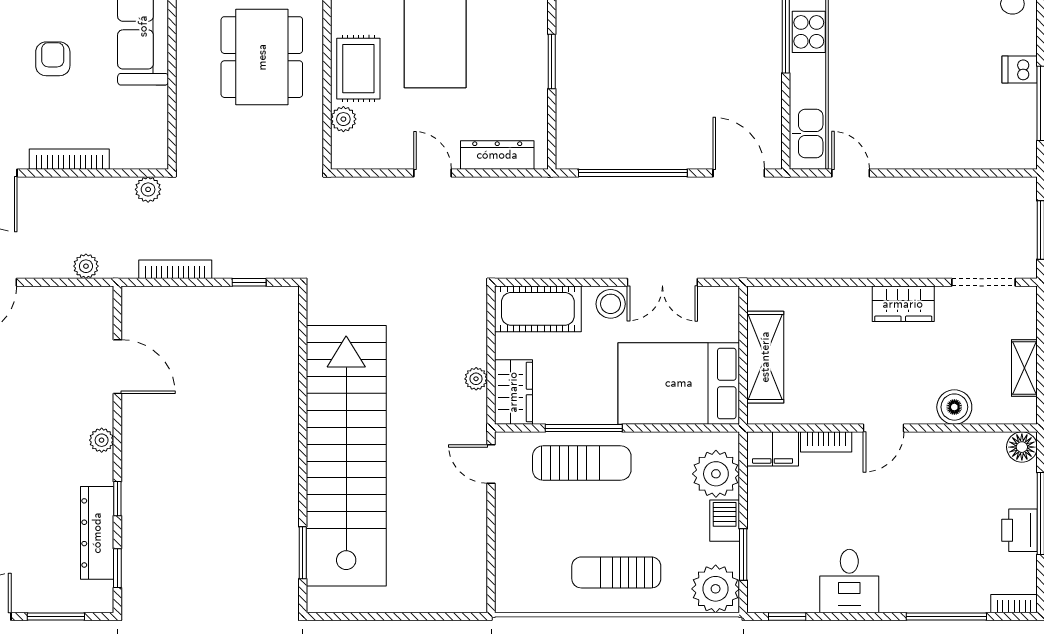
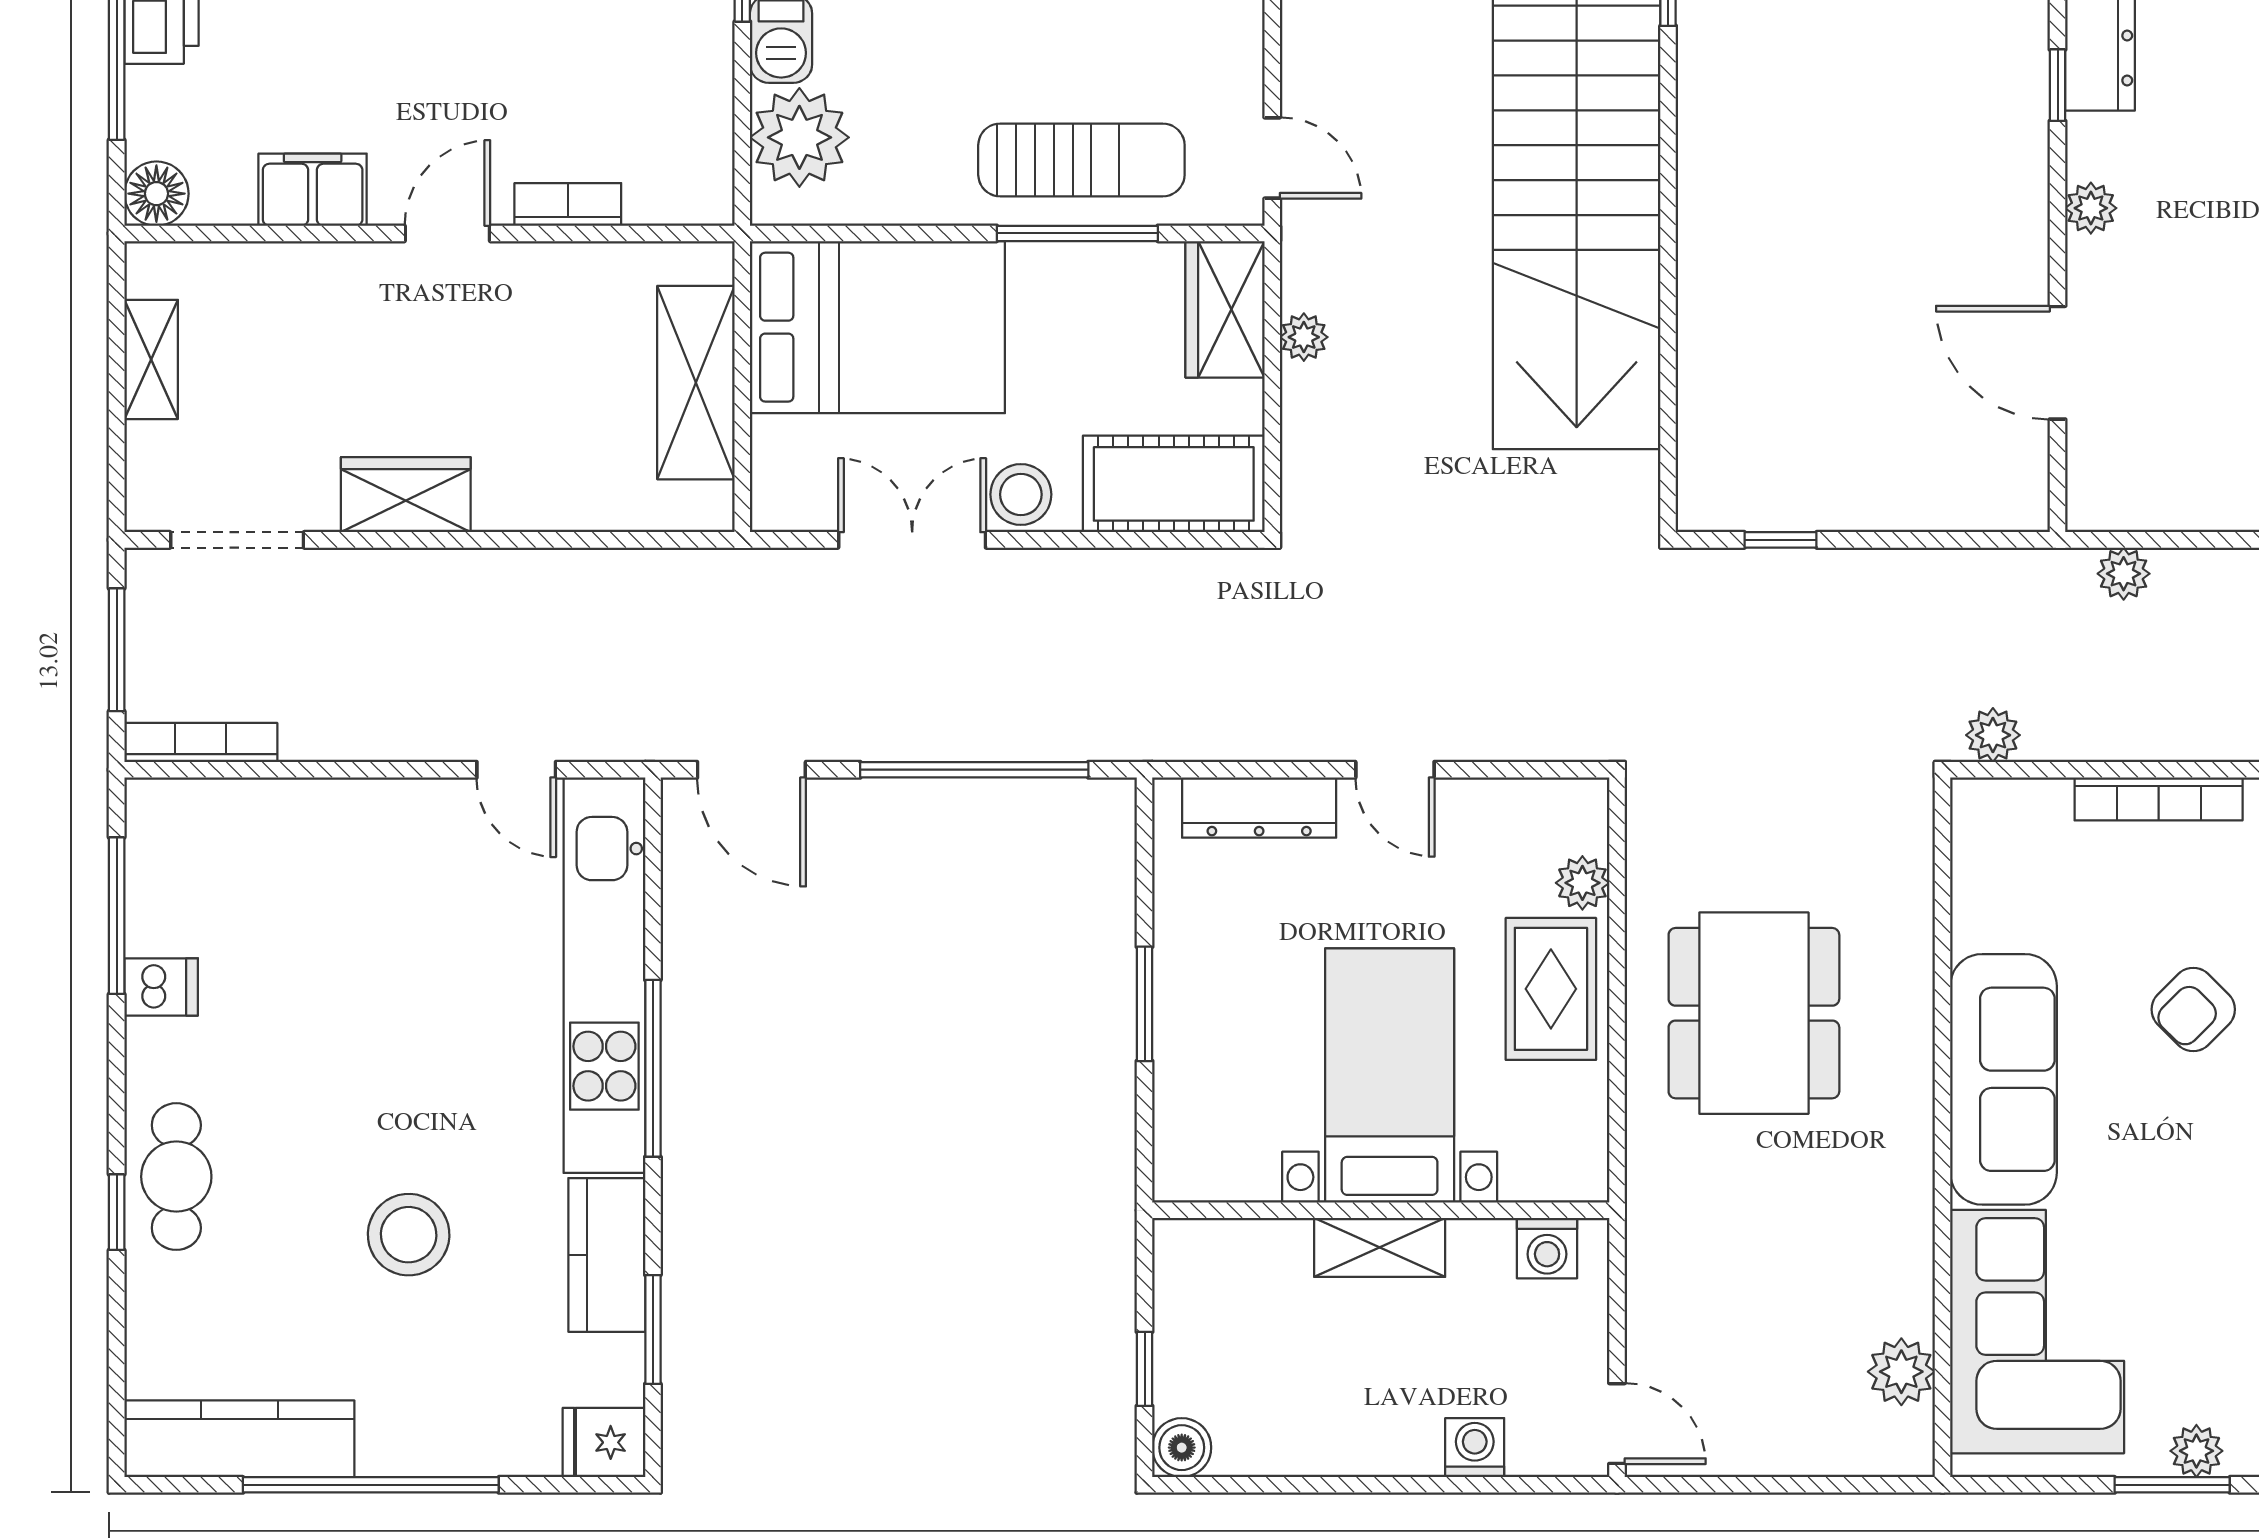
armchair: (53, 59) -> (2193, 1009), turned 45
bookcase: (175, 269) -> (201, 742), moved, turned 180
boiler: (954, 407) -> (298, 278), removed
filing cabinet: (773, 449) -> (313, 190), moved
sun lounger: (582, 463) -> (1081, 160), turned 180

